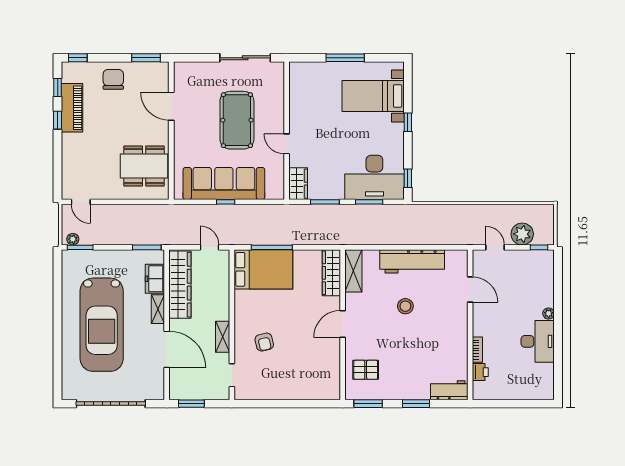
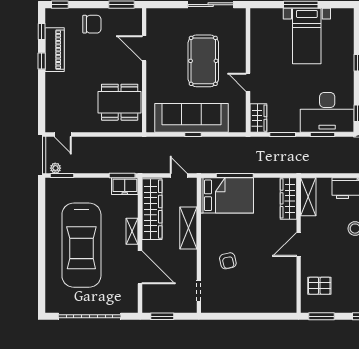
chair: (113, 79) -> (92, 24), turned 90
bed with nightstands: (373, 96) -> (307, 36), moved, turned -90
freezer: (155, 279) -> (125, 186), moved, turned -90
shelving: (223, 337) -> (188, 228), moved, width x1.50, depth x1.33

